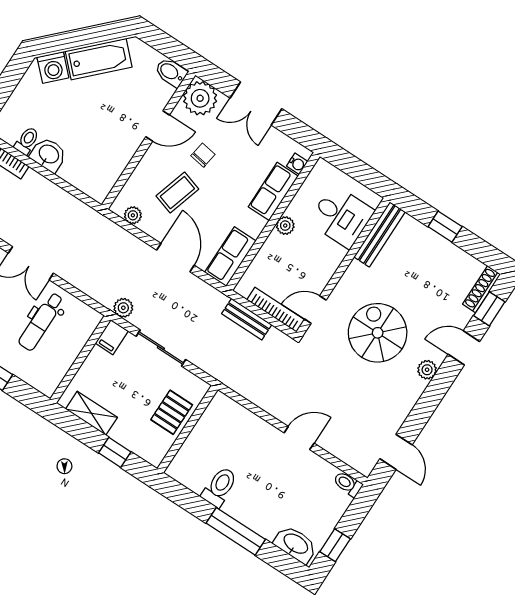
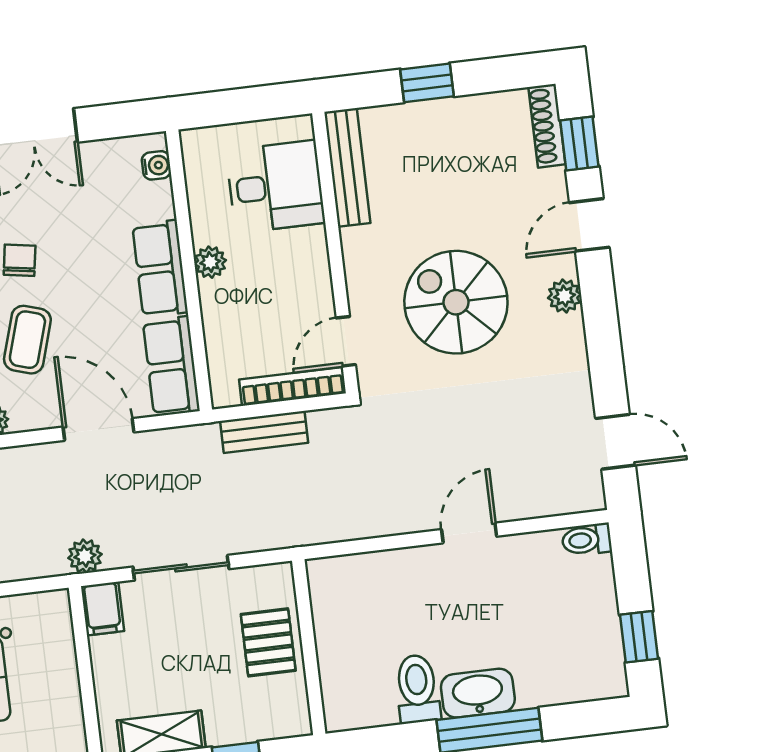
row of seats: (273, 191) -> (160, 269), moved
washbasin: (295, 544) -> (478, 693), moved

